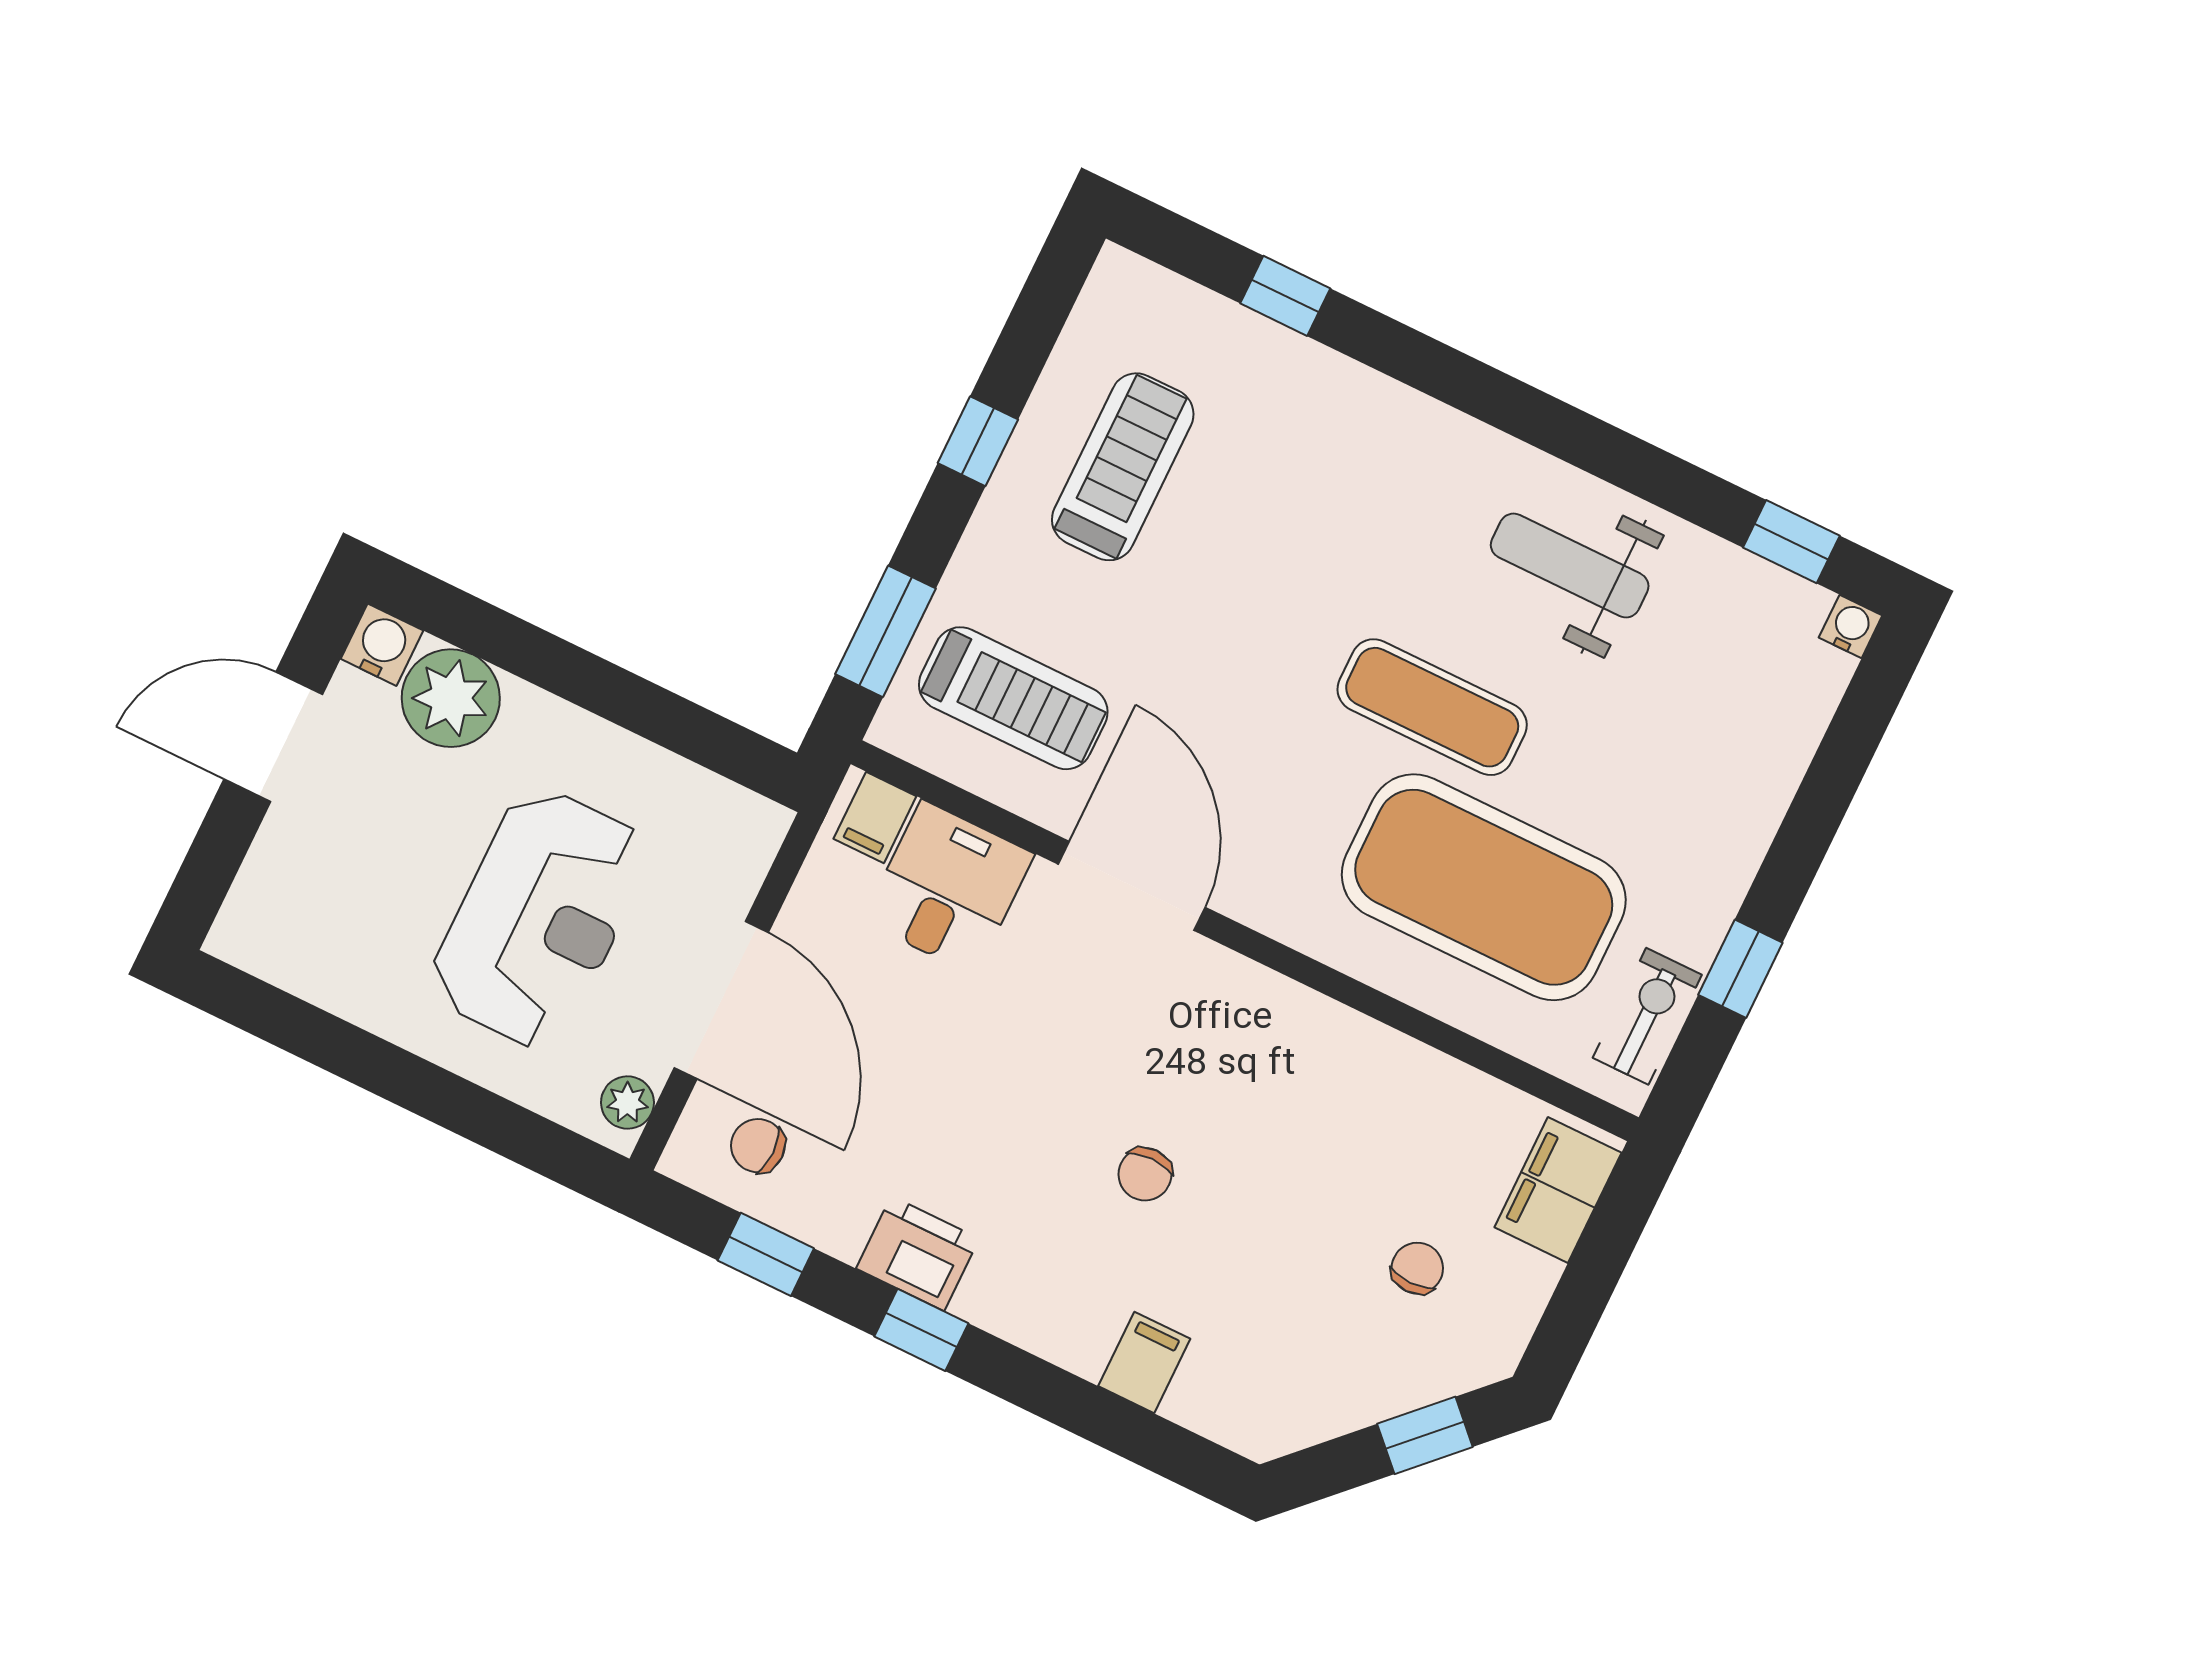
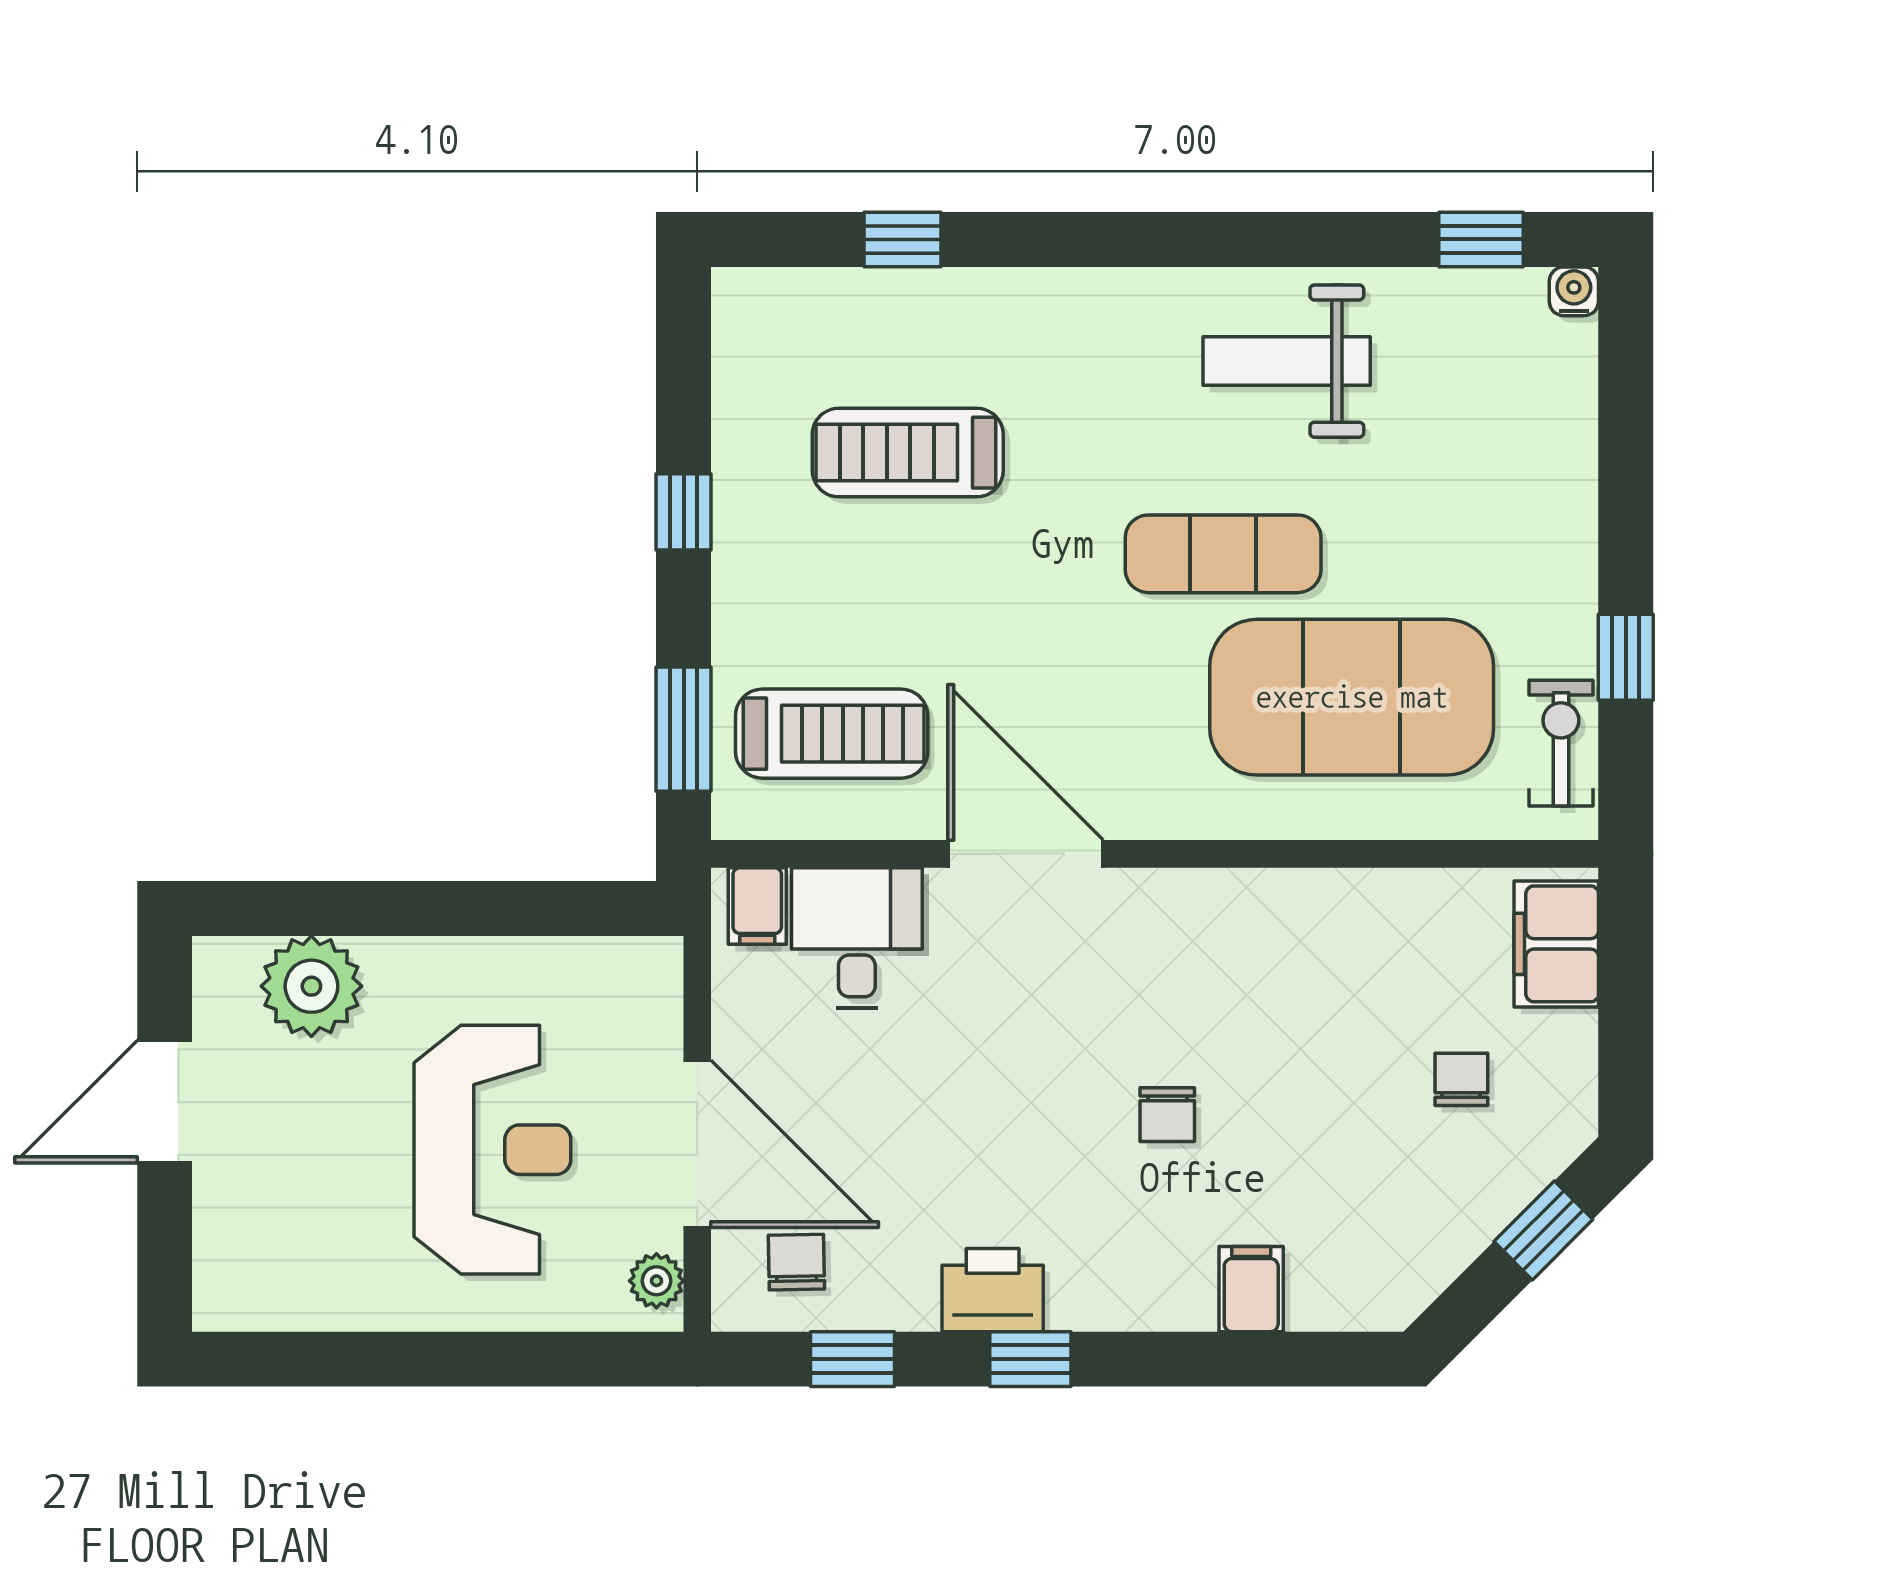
treadmill: (1123, 467) -> (908, 453), moved, turned -90
water cooler: (382, 645) -> (224, 968), removed
chair: (758, 1146) -> (796, 1262), turned 89

